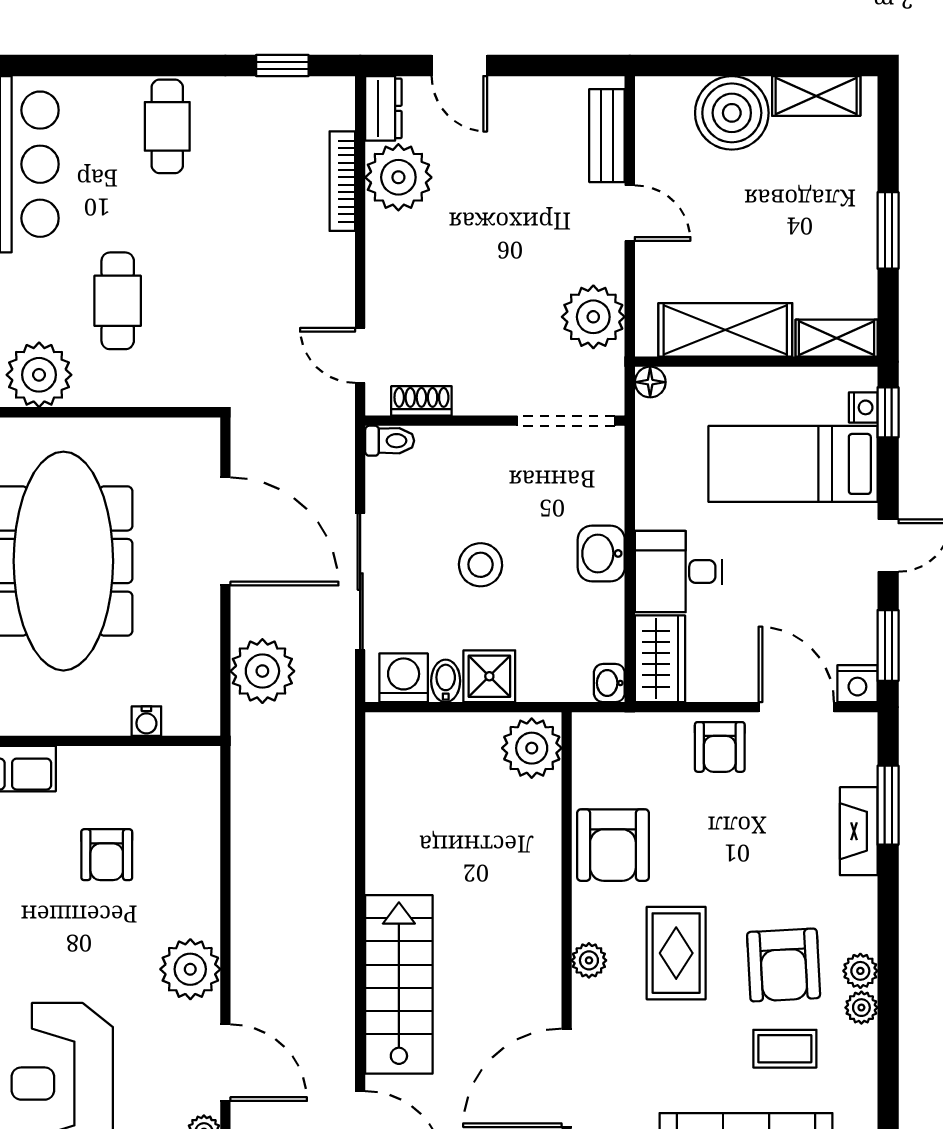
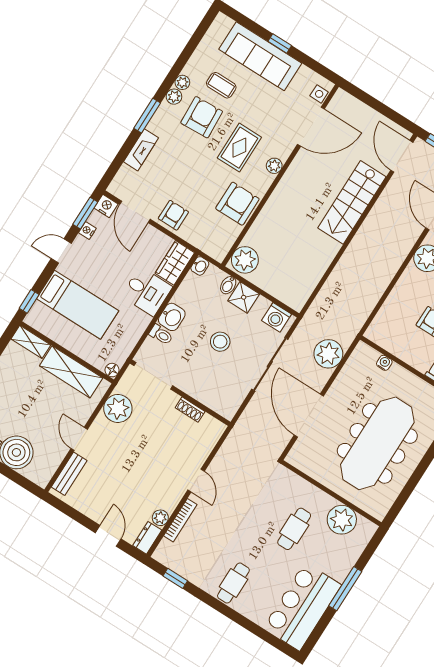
plant: (398, 177) -> (160, 518), width x0.53, depth x0.53
door: (360, 355) -> (196, 480), moved
shoe rack: (421, 401) -> (190, 410), moved
nightstand: (863, 407) -> (87, 230), moved
toilet: (390, 441) -> (161, 335), moved, turned 180
bidet: (446, 681) -> (228, 285), moved
window: (888, 805) -> (147, 116), moved

